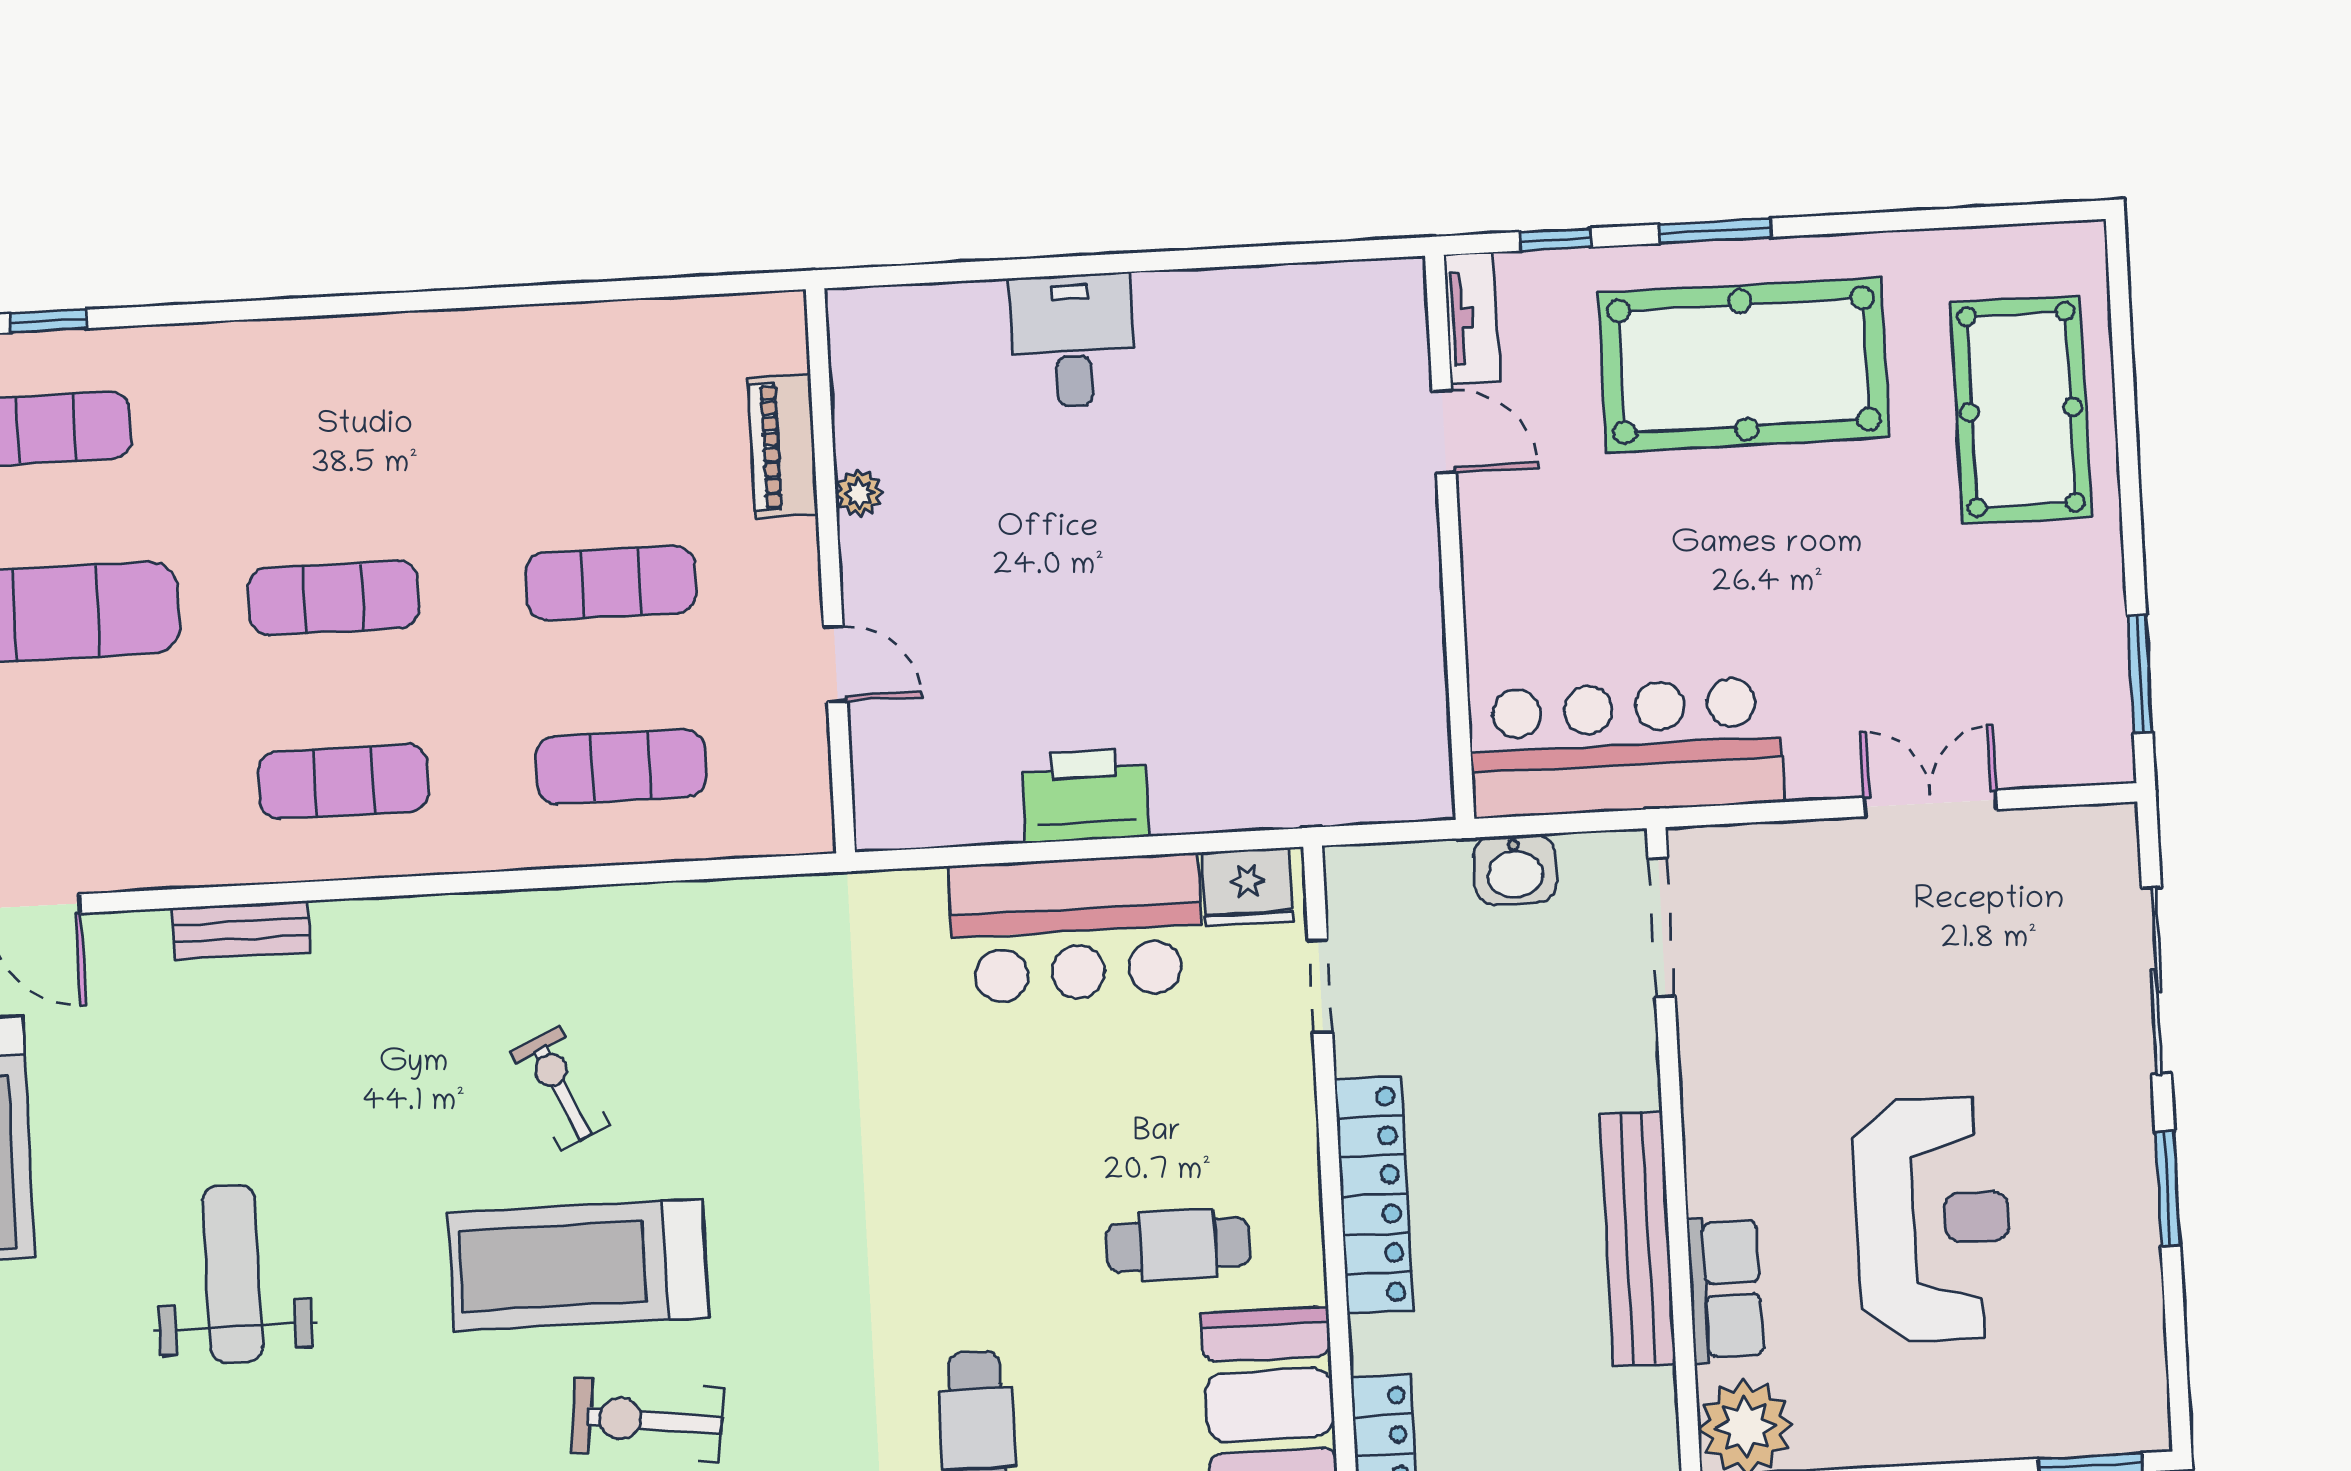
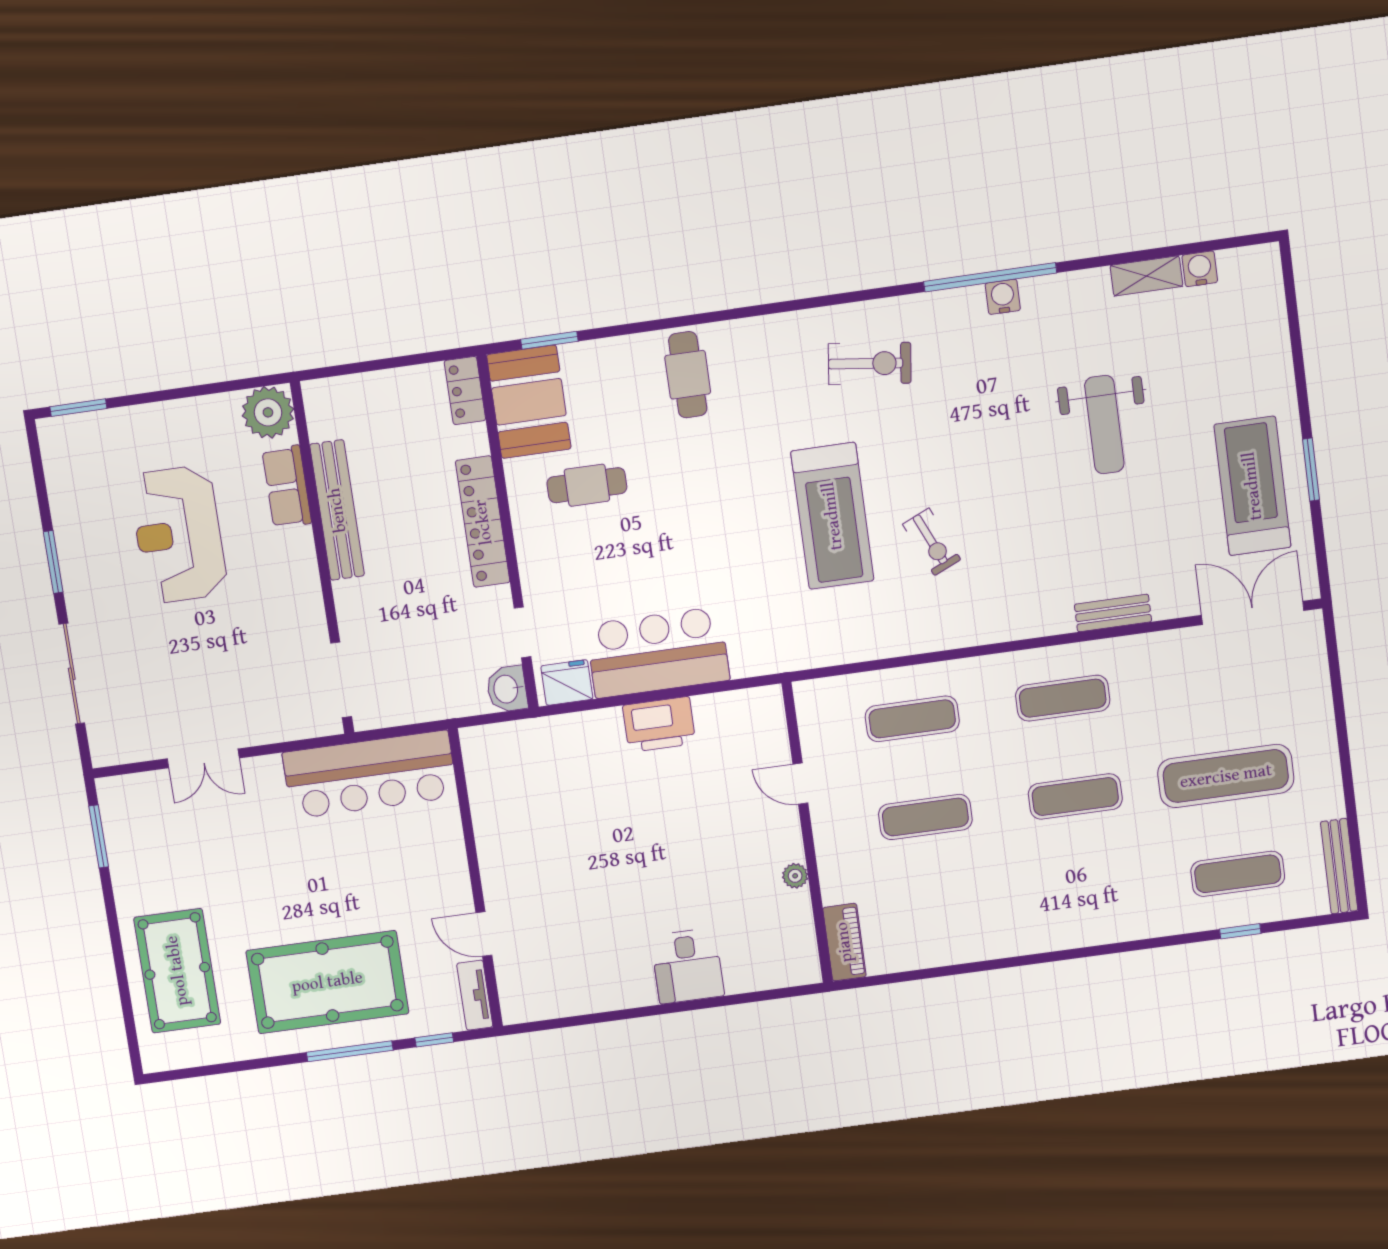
window: (1715, 231) -> (350, 1051), width x1.44
piano: (783, 446) -> (844, 942), moved
washbasin: (1515, 870) -> (507, 689), moved, turned -90
treadmill: (578, 1265) -> (832, 516), moved, turned 90

